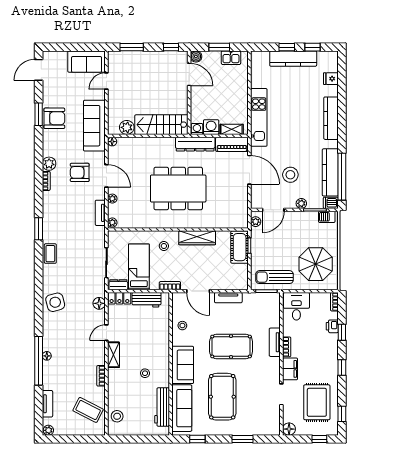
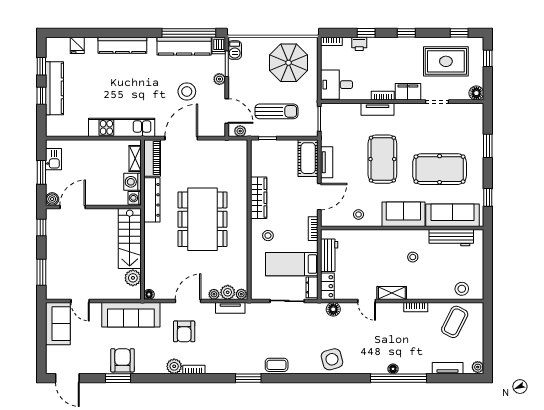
plant: (114, 211) -> (228, 292), added
cot: (240, 247) -> (308, 158), moved, turned 90
sun lounger: (274, 277) -> (276, 111), moved, turned -90

